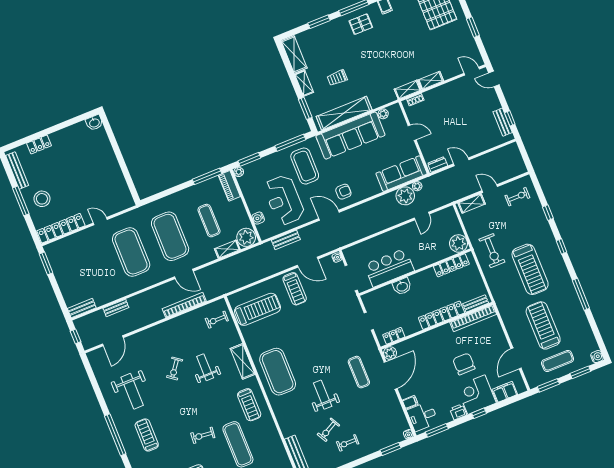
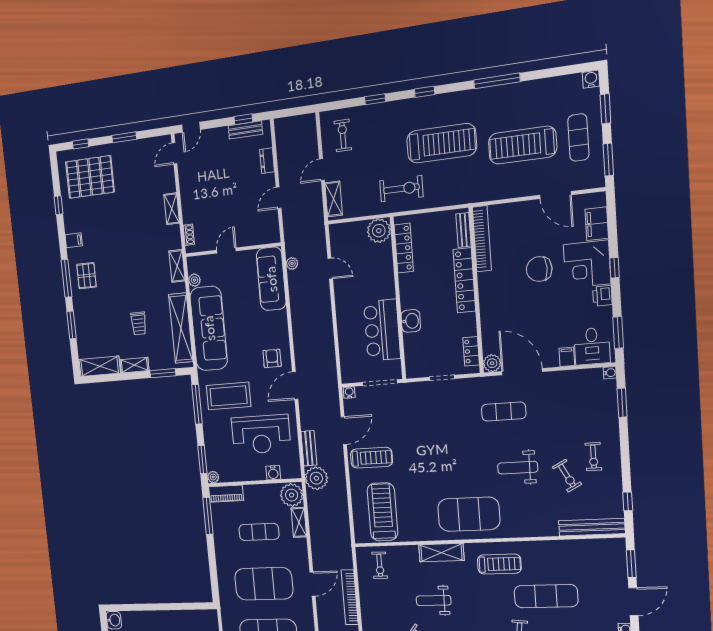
shelving: (408, 90) -> (177, 266), moved
dresser: (438, 164) -> (267, 161), moved
plant: (405, 196) -> (316, 478), moved

